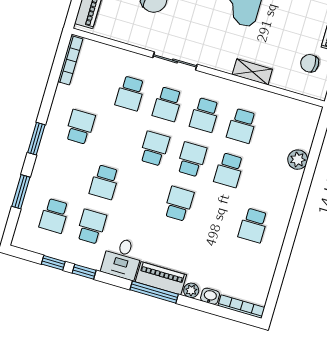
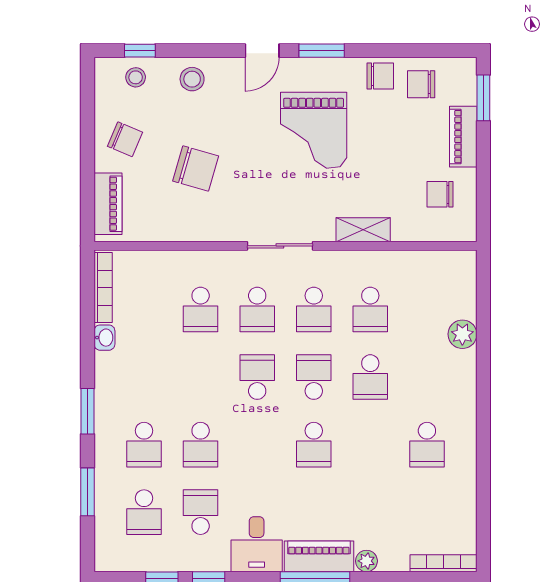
sliding door: (175, 61) -> (280, 246), moved
school desk: (80, 127) -> (144, 445), moved, turned 180
school desk: (179, 204) -> (314, 445), turned 180
washbasin: (210, 296) -> (104, 338), moved, turned 90

